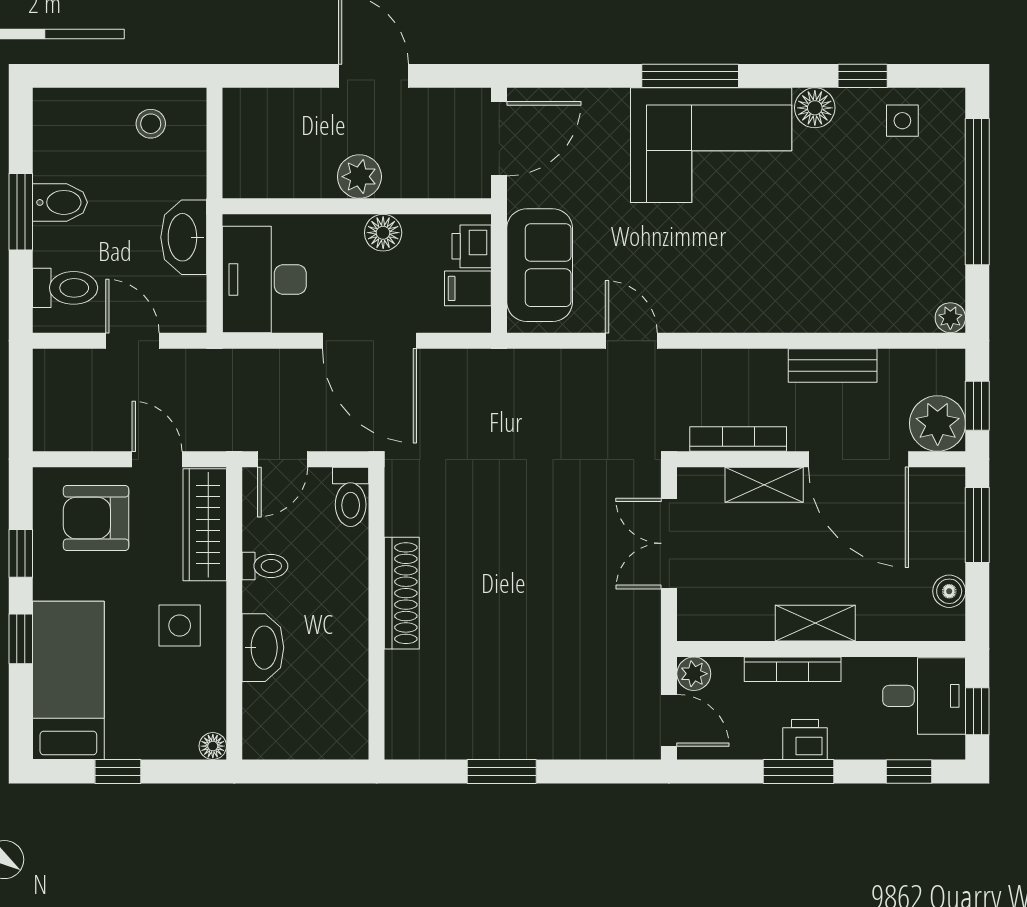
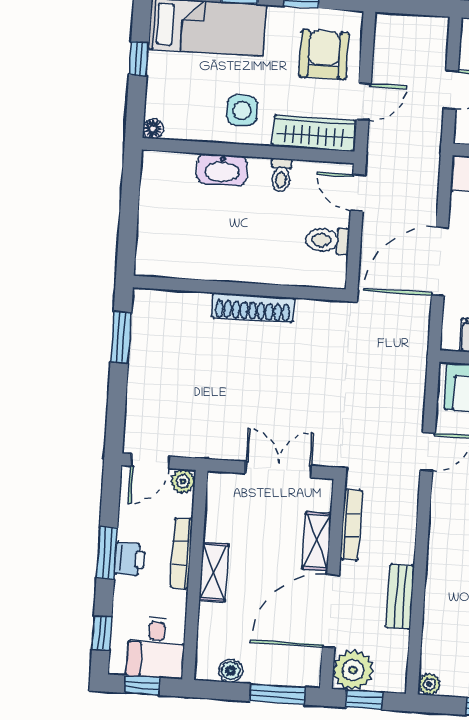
shoe rack: (402, 593) -> (253, 308), moved
wall: (377, 613) -> (239, 288), moved

